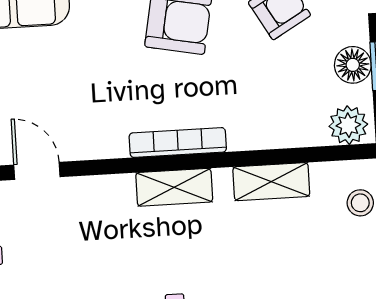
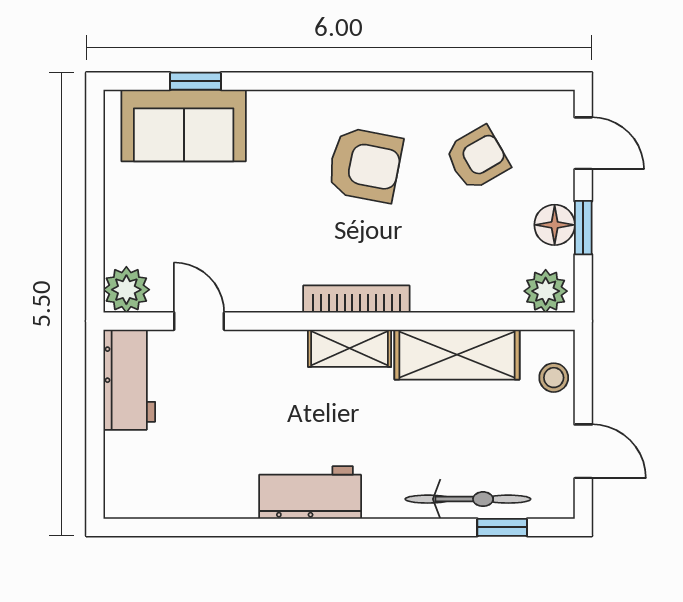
shelving: (271, 182) -> (457, 355), width x1.50, depth x1.33

